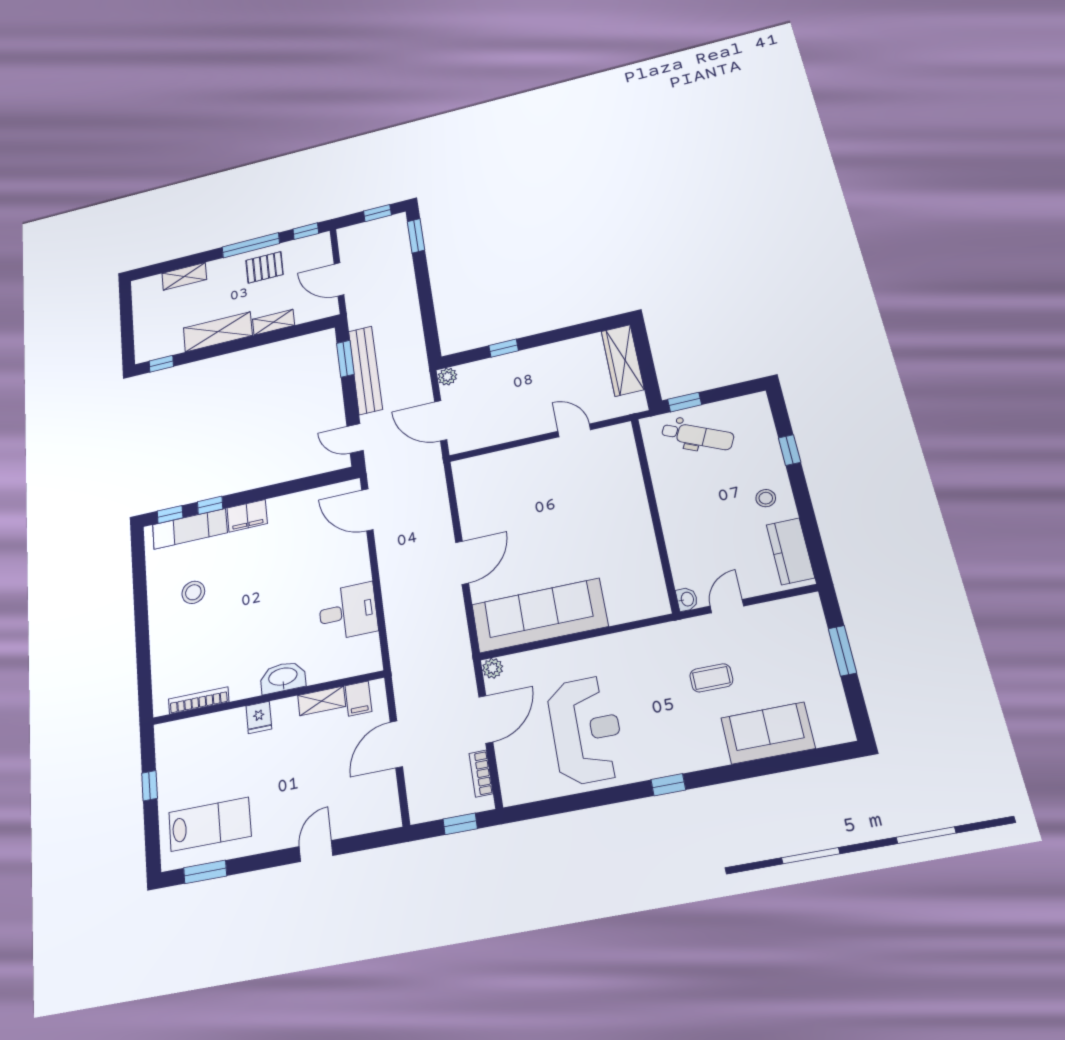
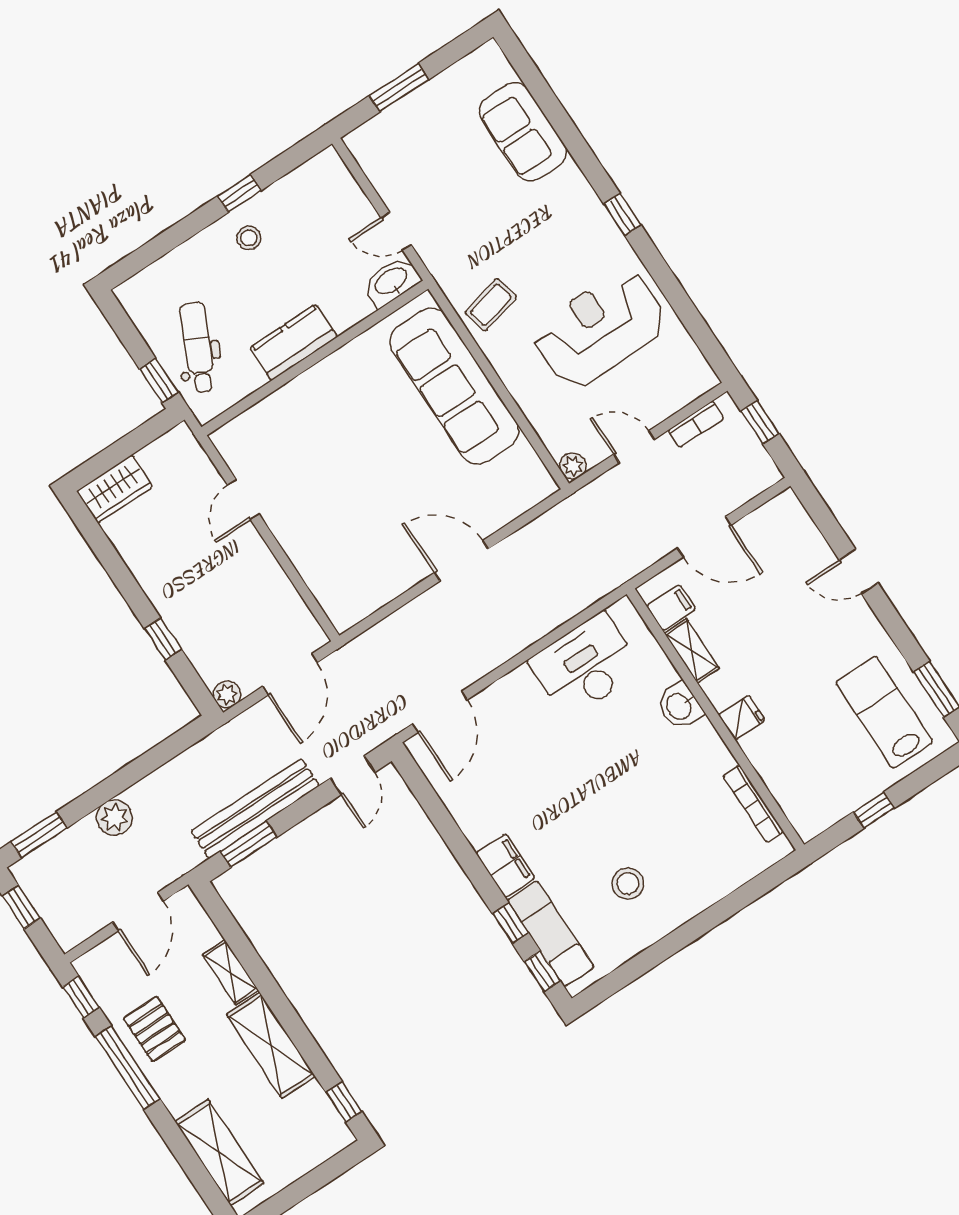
shelving: (184, 276) -> (219, 1153), width x1.50, depth x1.33
plant: (404, 283) -> (114, 818), added
wardrobe: (623, 360) -> (115, 489), width x0.67
window: (789, 450) -> (239, 193), moved
kitchen counter: (790, 551) -> (294, 342), moved, turned 180
washbasin: (687, 599) -> (391, 282), width x1.91, depth x1.45
desk: (348, 612) -> (585, 666), width x1.37
sofa: (539, 615) -> (454, 386), moved
washbasin: (283, 677) -> (679, 706), width x0.72
coffee table: (711, 678) -> (491, 305), moved, turned 76
door: (486, 719) -> (634, 447), width x0.73

